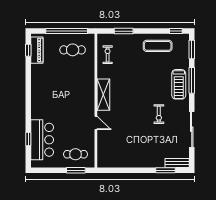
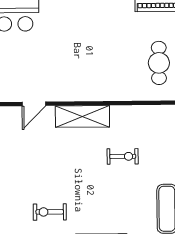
exercise bike: (108, 55) -> (123, 156), moved

